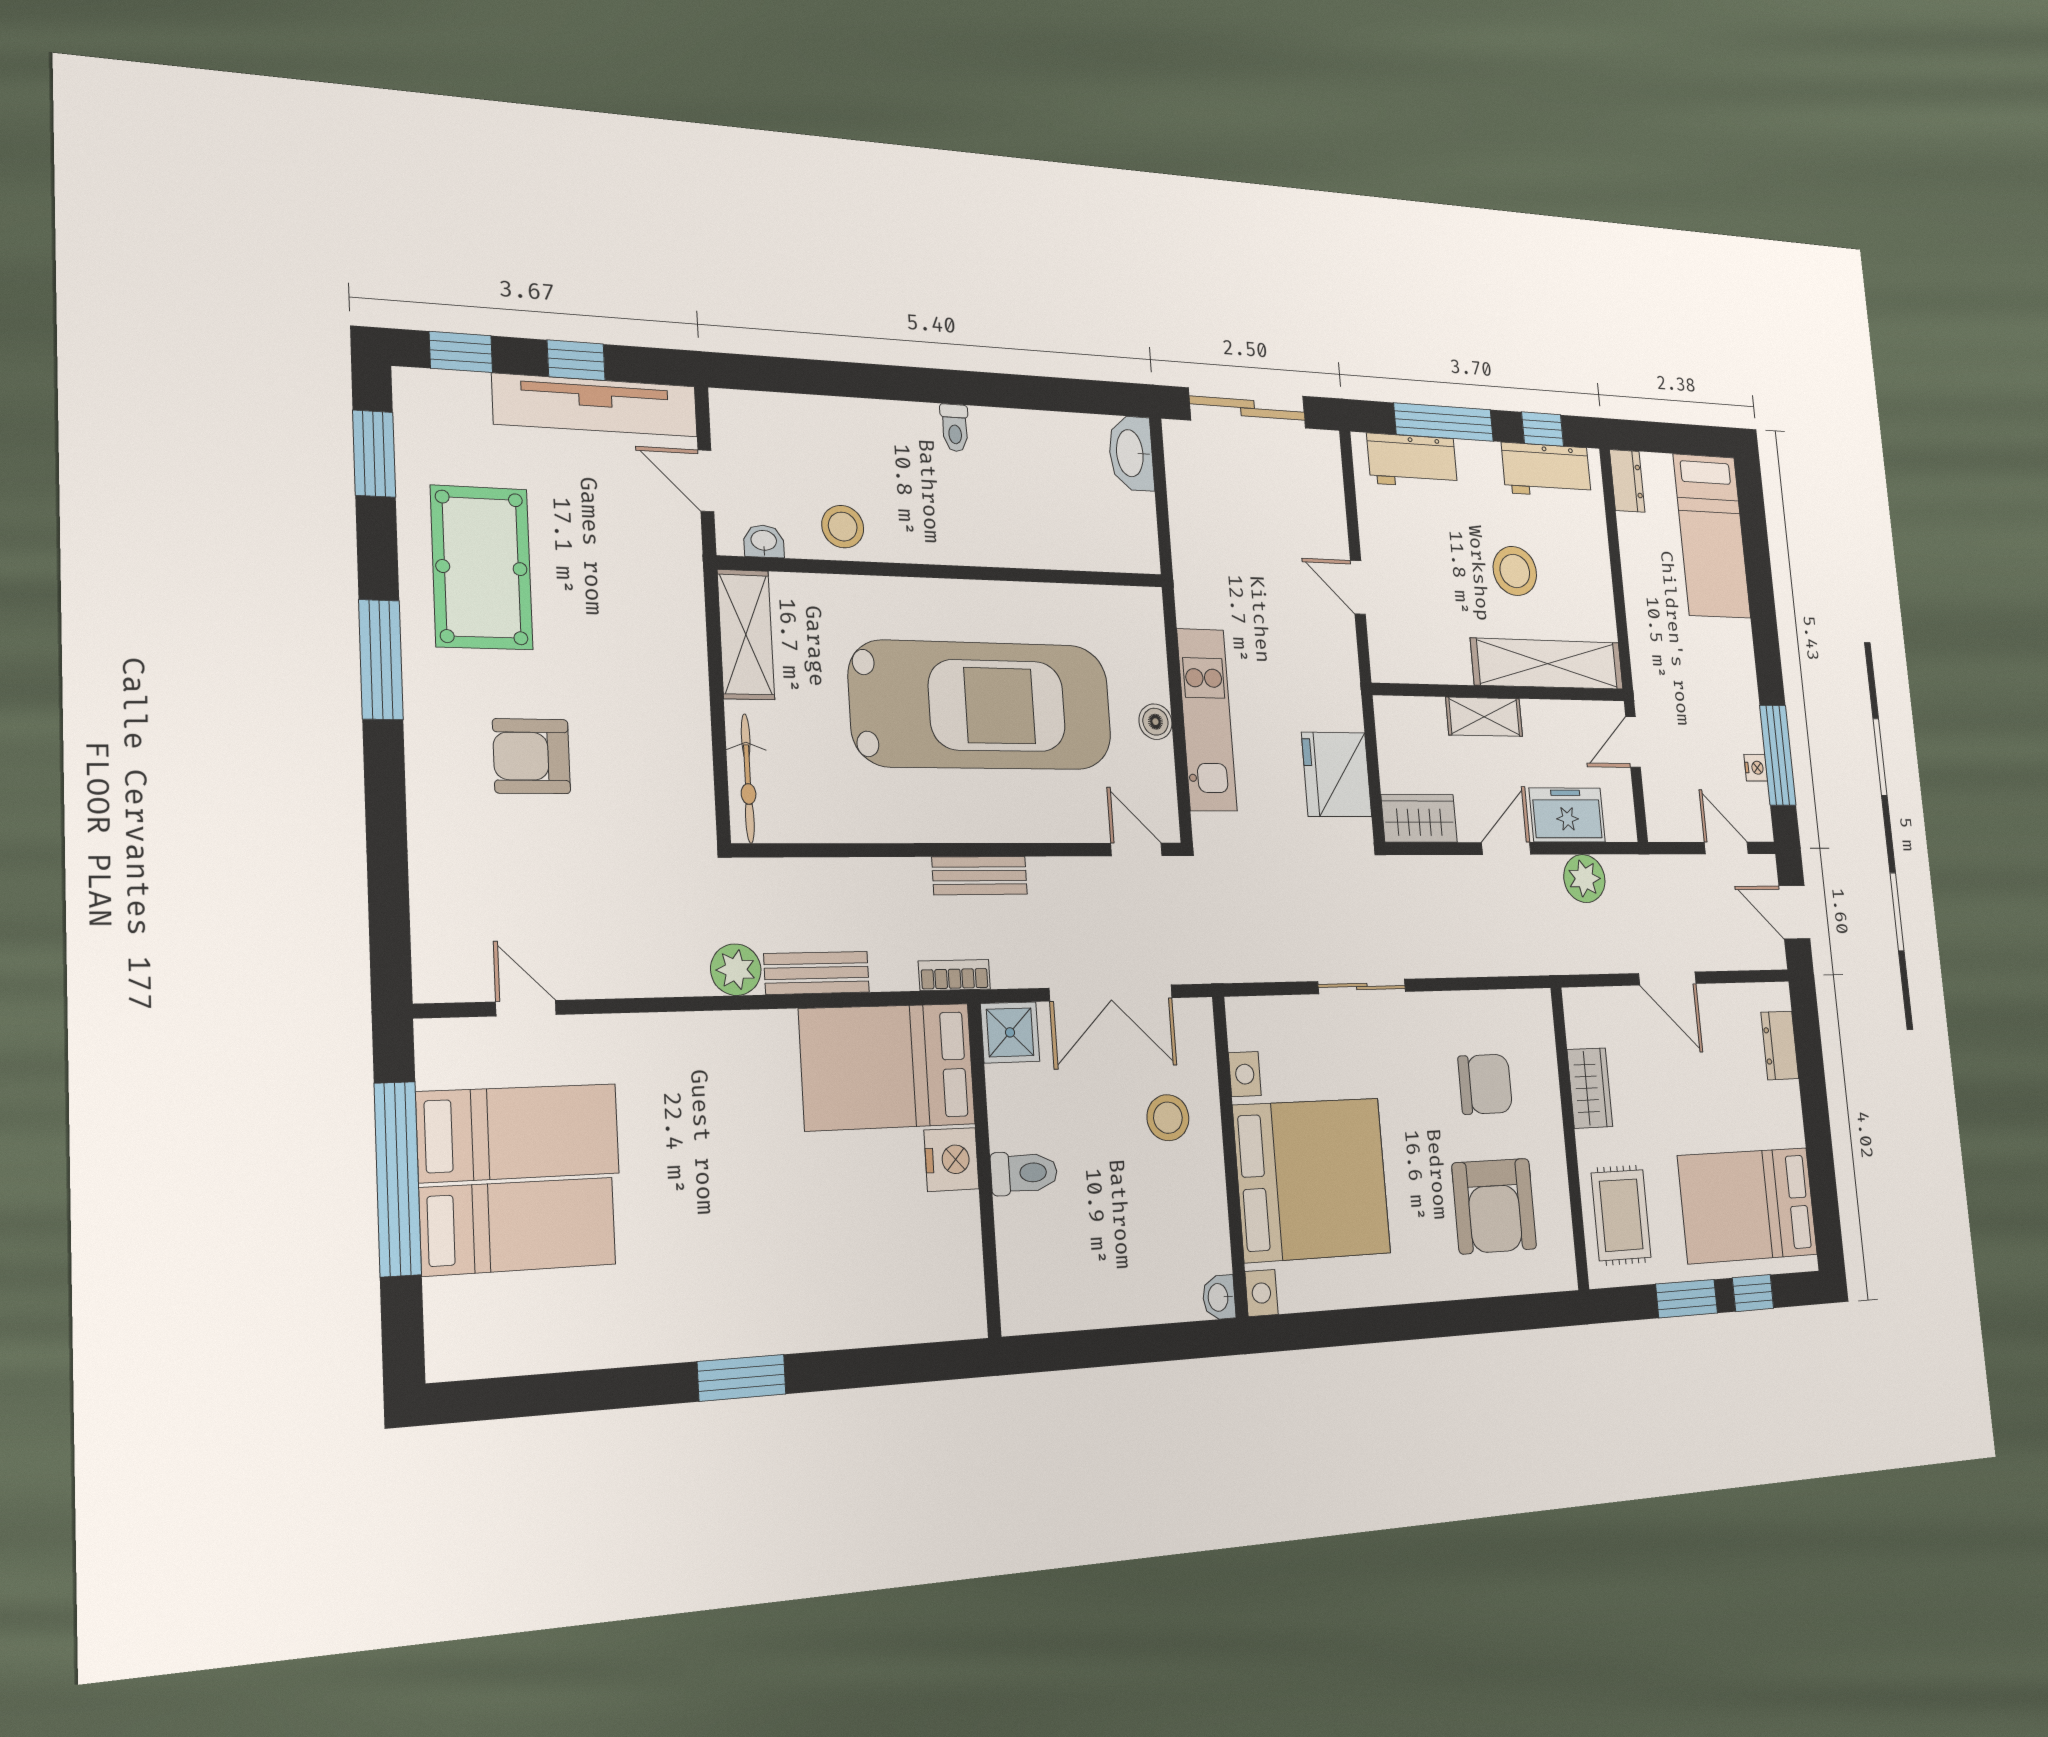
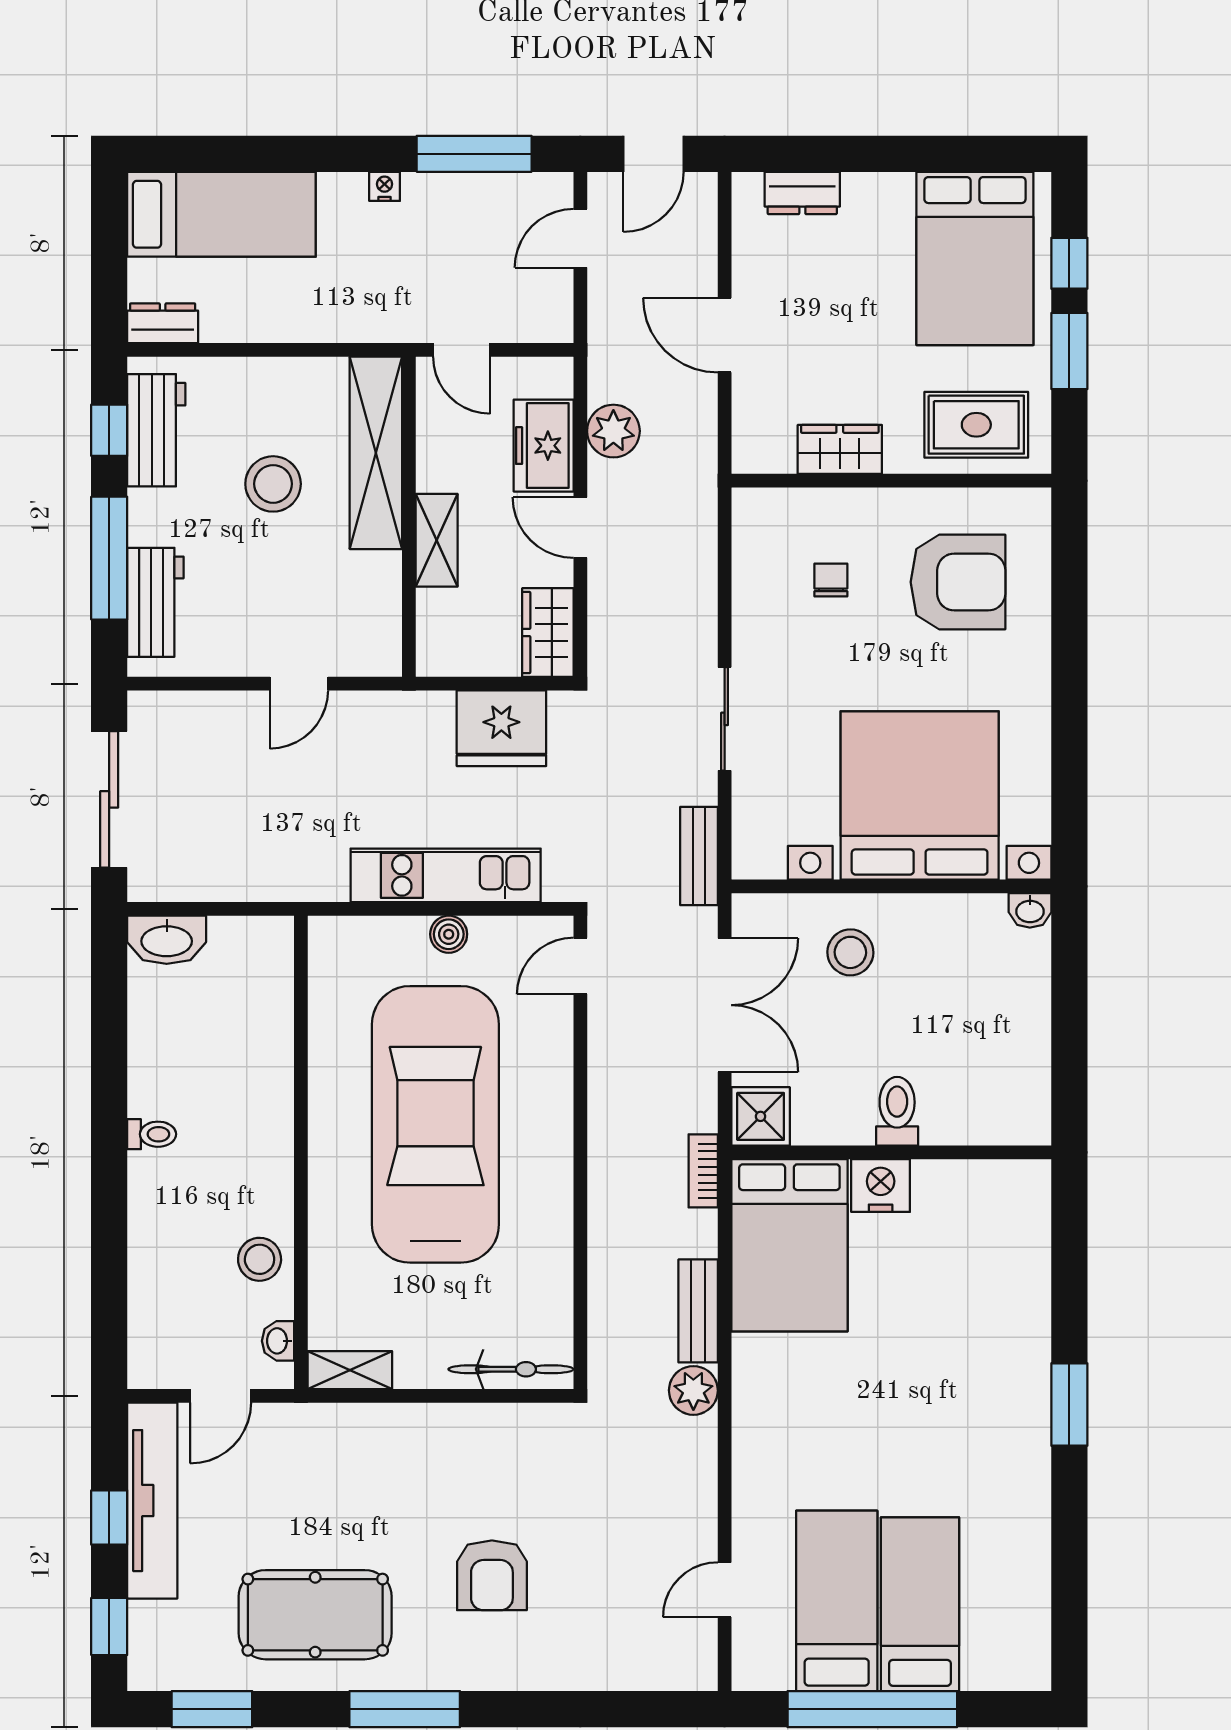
shelving: (746, 635) -> (350, 1370), width x0.67, depth x0.75
nightstand: (1756, 768) -> (385, 186), moved
bench: (980, 876) -> (699, 856), moved
door: (1667, 979) -> (725, 335), swing flipped
chair: (1485, 1084) -> (831, 580), width x0.54, depth x0.54

